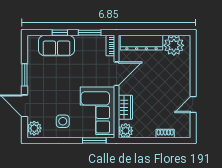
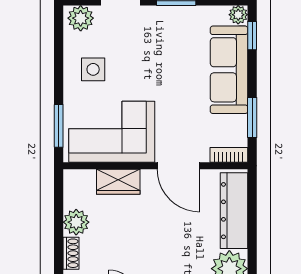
window: (60, 33) -> (252, 36), moved
plant: (32, 40) -> (238, 15), added
sofa: (56, 46) -> (229, 70), width x1.36
plant: (126, 131) -> (76, 222), moved

